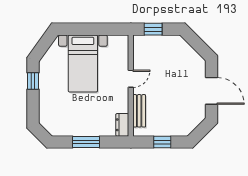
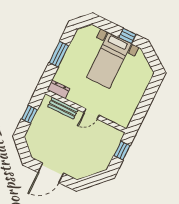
bed with nightstands: (83, 64) -> (109, 60), moved, turned -90
door: (131, 79) -> (91, 114), hinge flipped

